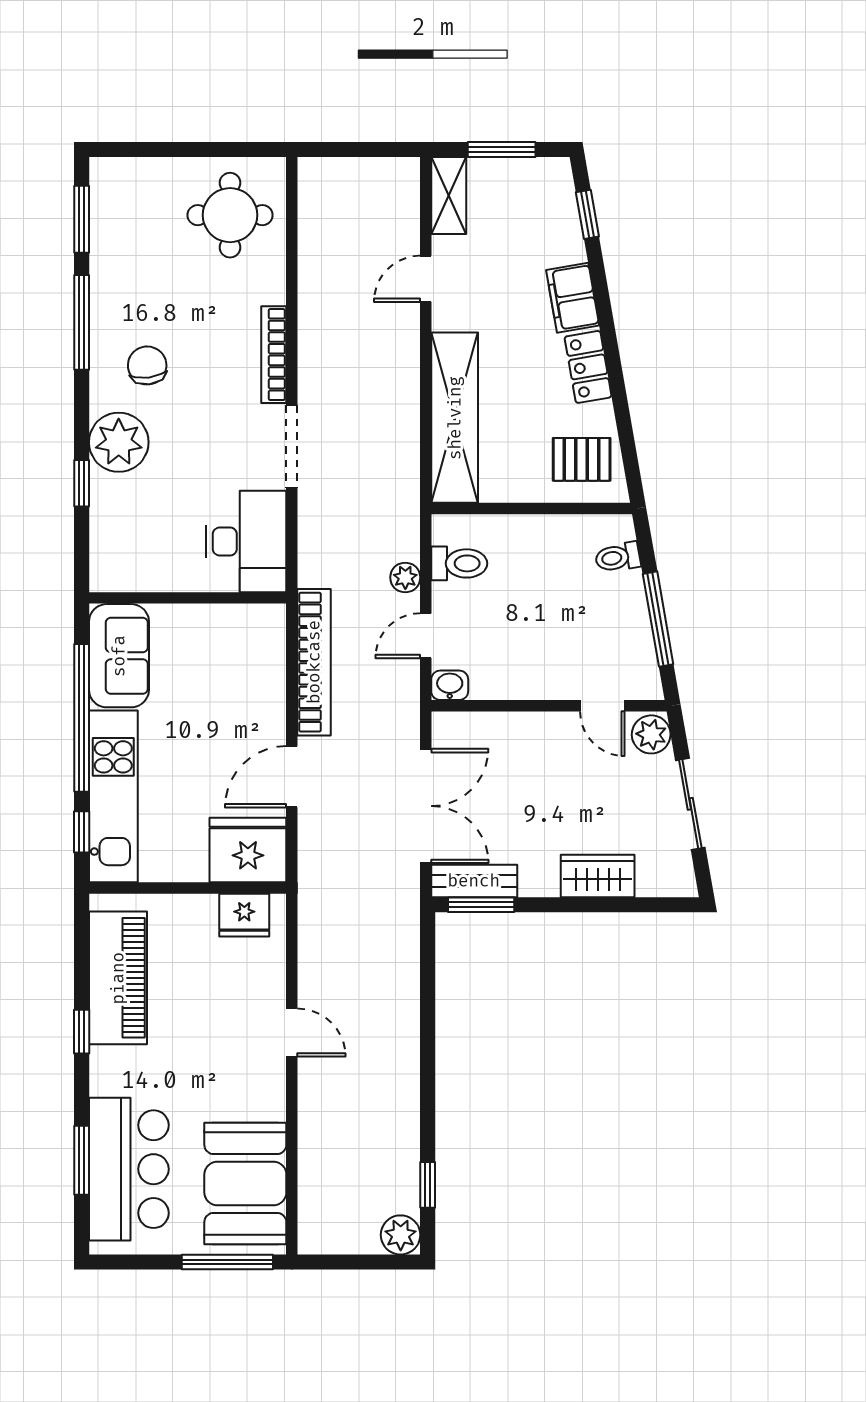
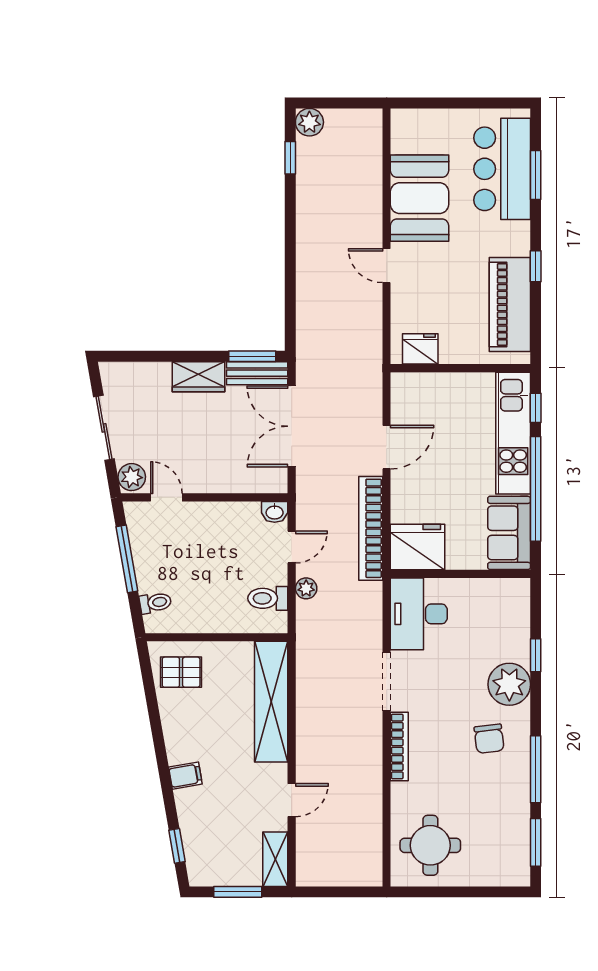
filing cabinet: (573, 298) -> (185, 776), width x0.50
locker: (588, 367) -> (176, 738), removed
fridge: (248, 850) -> (418, 547), moved, turned 180
wardrobe: (598, 876) -> (199, 377), moved
booth: (245, 1183) -> (419, 198), moved
window: (227, 1262) -> (432, 103), removed

